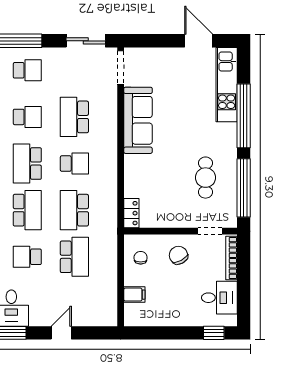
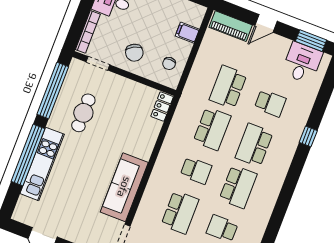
kitchen unit: (227, 85) -> (42, 164), moved
school desk: (74, 164) -> (196, 170), turned 180
piano: (95, 317) -> (231, 26), added

